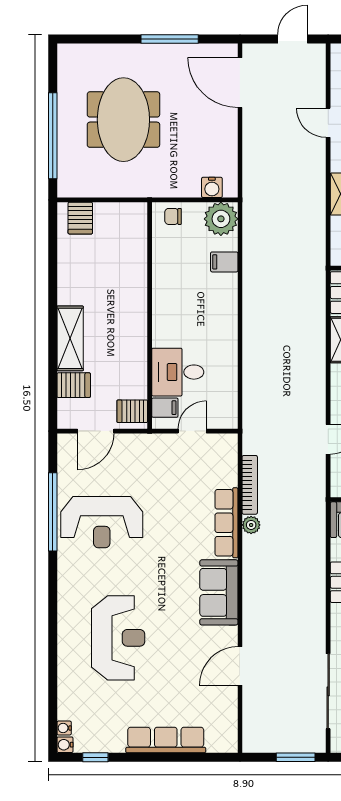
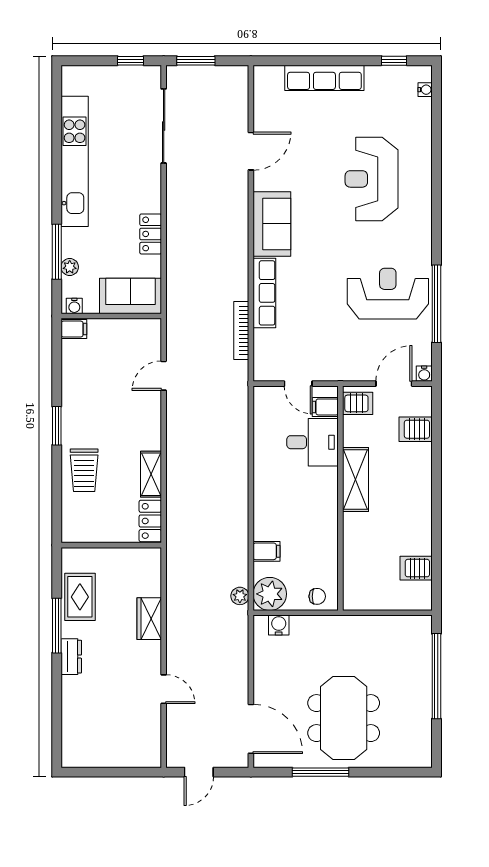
meeting table: (123, 120) -> (344, 718), moved
server rack: (80, 218) -> (416, 568), moved, turned -90
shelving: (70, 338) -> (355, 479), moved
door: (192, 431) -> (298, 384), hinge flipped
plant: (251, 525) -> (240, 596), moved
water cooler: (65, 745) -> (424, 374), moved, turned 90

